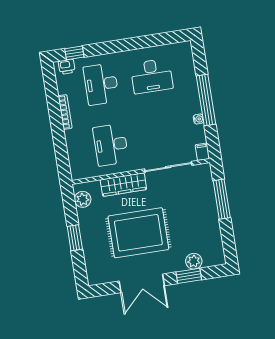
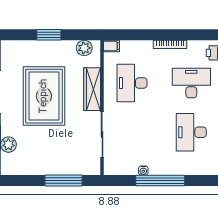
desk: (111, 145) -> (132, 83), turned -90
filing cabinet: (202, 152) -> (112, 46), moved

